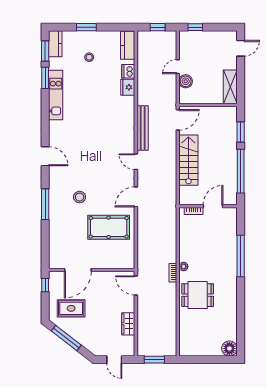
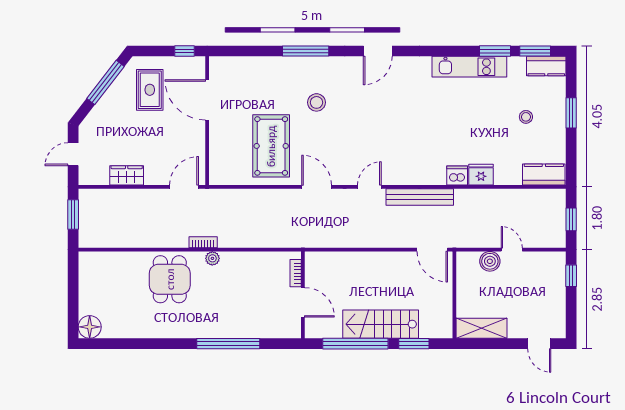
dishwasher: (128, 71) -> (457, 175), moved
stairs: (188, 160) -> (381, 324), moved, turned 180

